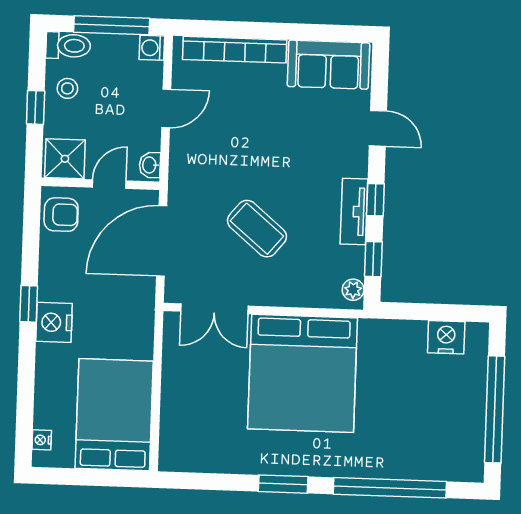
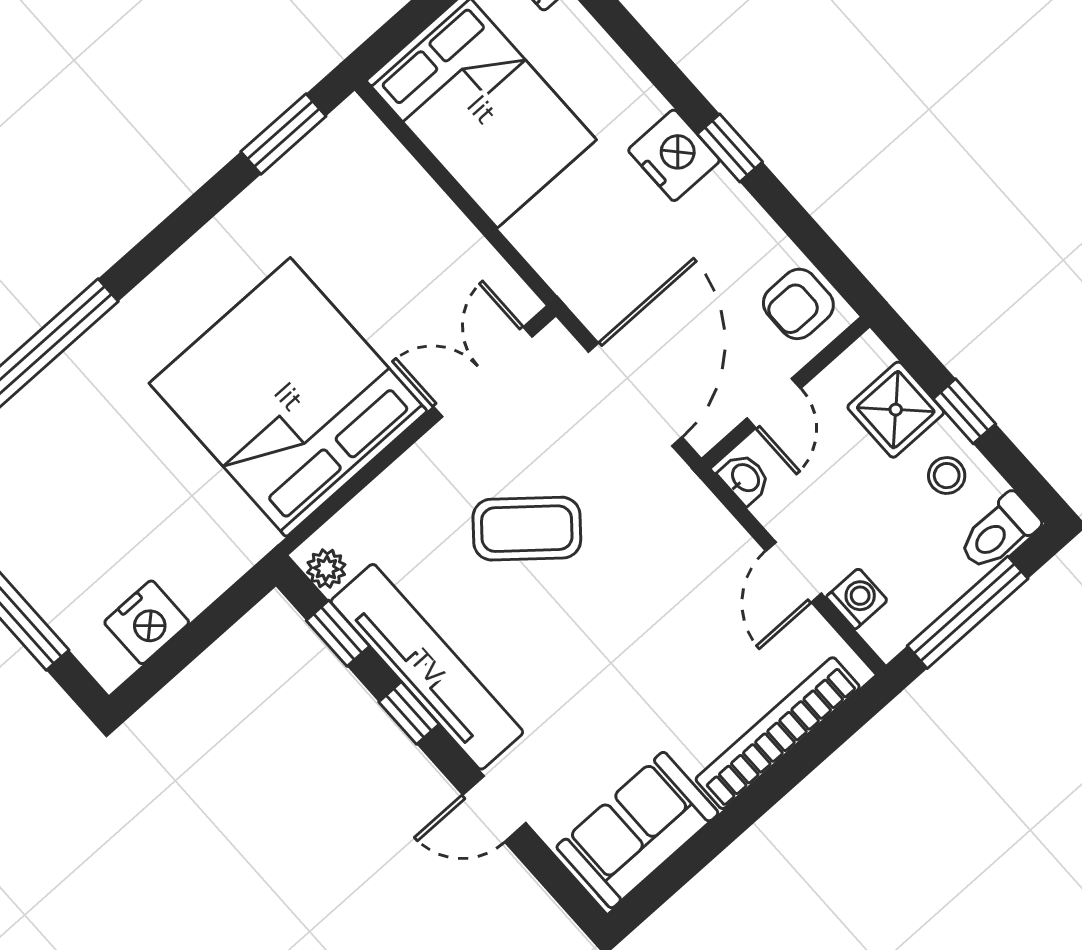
washing machine: (152, 48) -> (857, 599), moved
shower: (65, 159) -> (896, 410), moved
tv unit: (354, 212) -> (427, 667), width x1.92, depth x1.29
window: (283, 484) -> (283, 134), moved

